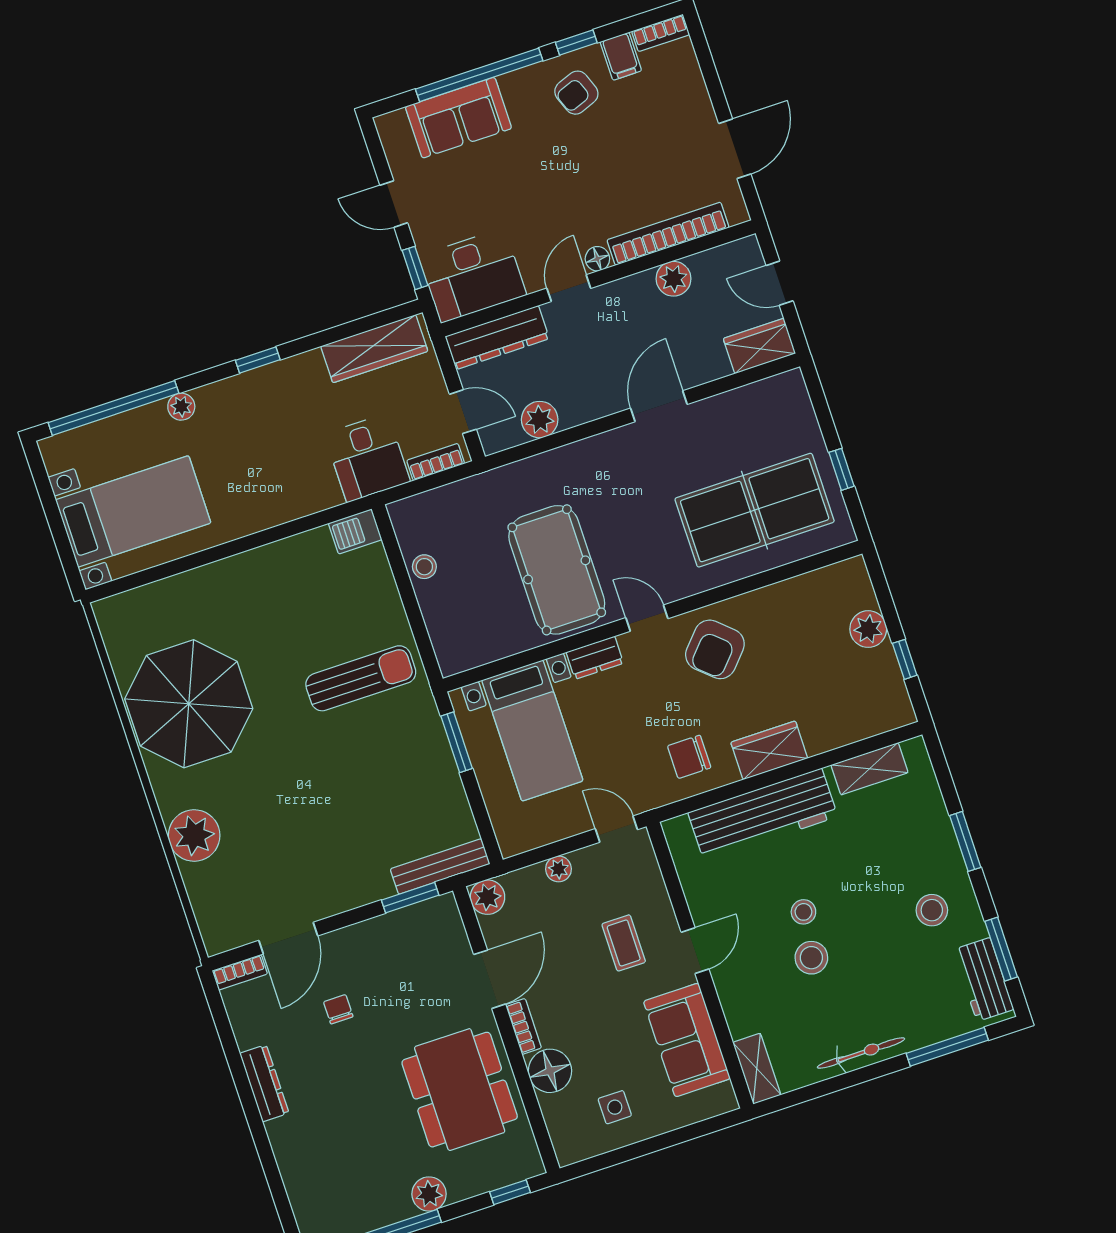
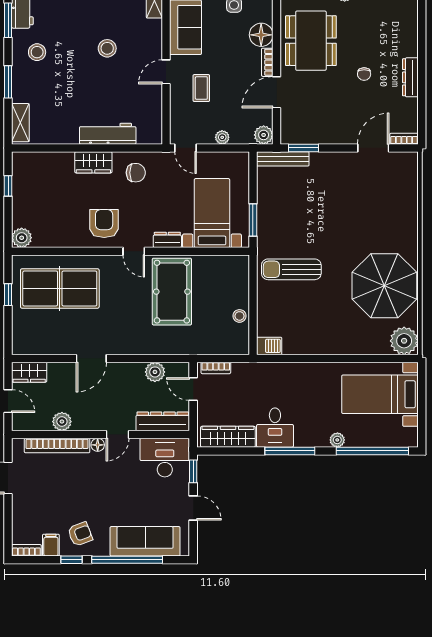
sofa: (458, 118) -> (145, 541), width x1.36
window: (258, 360) -> (290, 451), width x2.17
desk: (367, 458) -> (275, 428), moved, turned 180
plant: (868, 629) -> (22, 238), moved
armchair: (715, 649) -> (104, 224), turned -42
shelving: (869, 769) -> (20, 123), moved, turned 90
workbench: (763, 815) -> (108, 134), width x0.73, depth x0.76
plant: (194, 836) -> (404, 341), moved
stool: (803, 912) -> (103, 73), removed
chair: (338, 1009) -> (364, 74), moved

